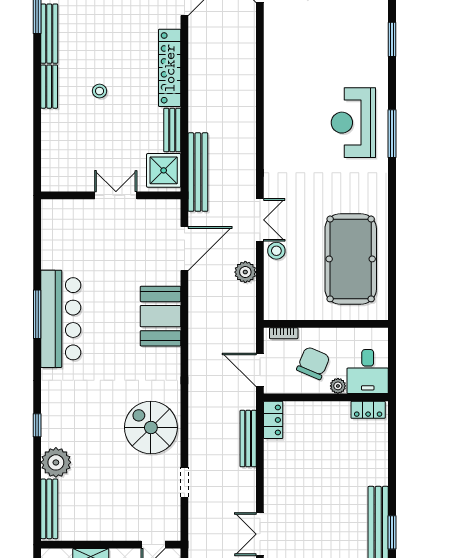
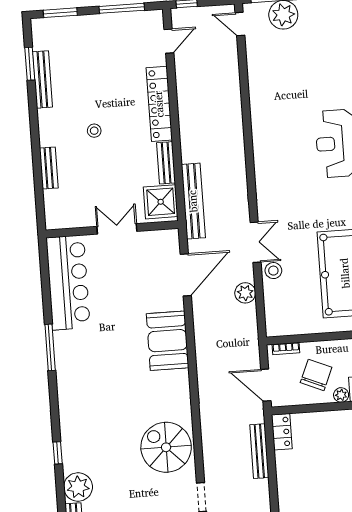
bench: (49, 87) -> (49, 168), moved
bar counter: (61, 319) -> (68, 283), moved

